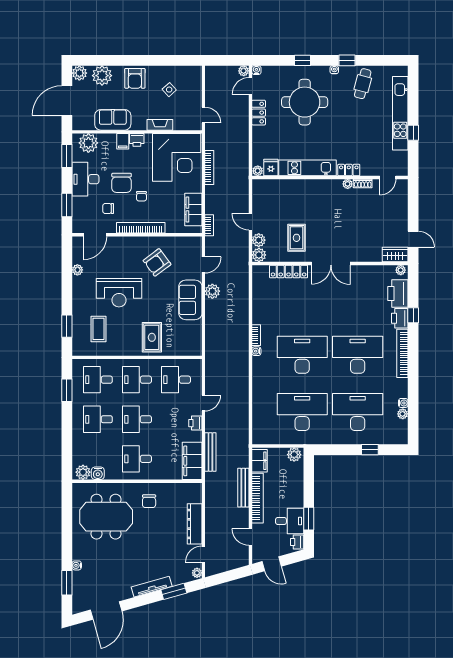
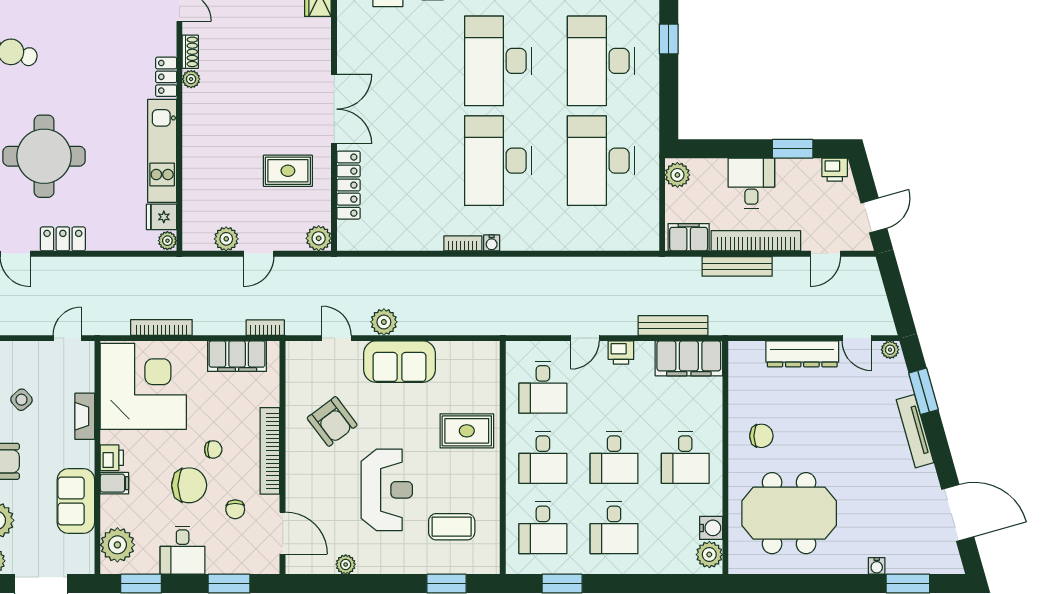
desk: (85, 179) -> (183, 550), width x0.73
plant: (259, 240) -> (226, 239), moved
door: (203, 403) -> (585, 338), swing flipped
meeting table: (106, 517) -> (789, 513), turned 90
desk: (290, 521) -> (751, 183), moved

